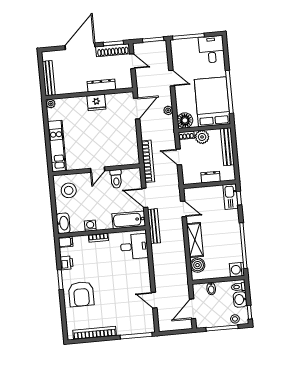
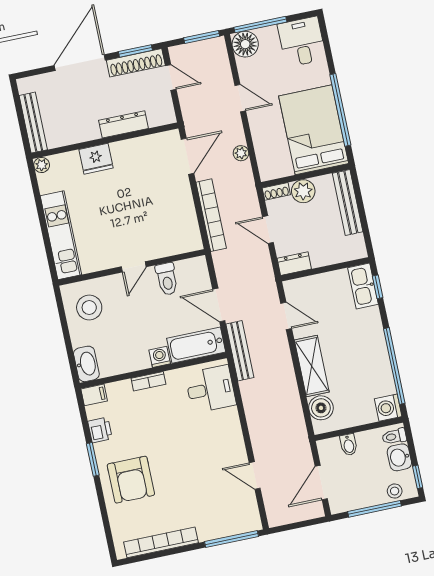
fridge: (96, 102) -> (96, 159), moved
floor lamp: (185, 120) -> (245, 44), moved
bookcase: (148, 161) -> (211, 215), moved
dresser: (211, 177) -> (294, 264), moved
washing machine: (90, 226) -> (160, 357), moved

